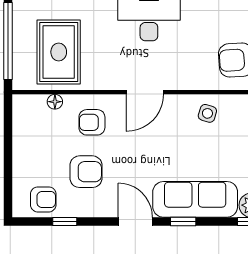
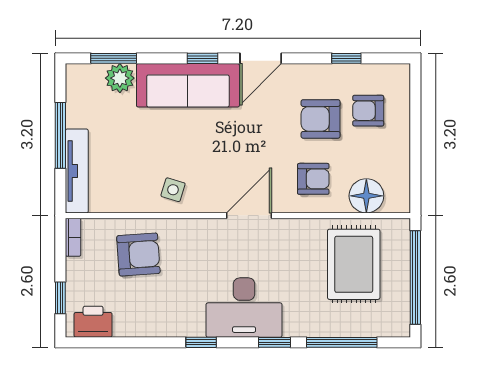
floor lamp: (55, 102) -> (366, 196), width x1.89, depth x1.89
armchair: (43, 199) -> (368, 111), moved
door: (135, 222) -> (261, 58), hinge flipped

